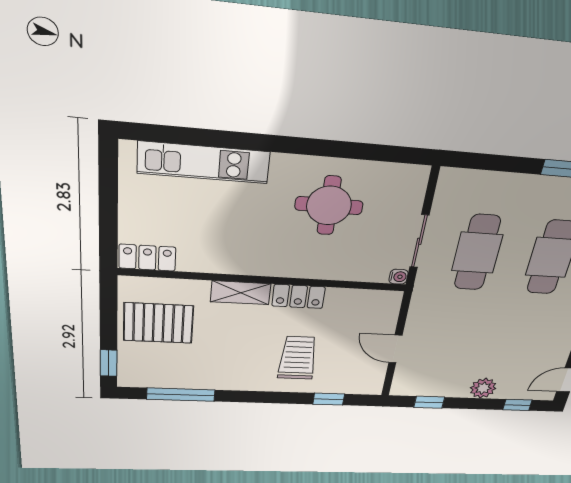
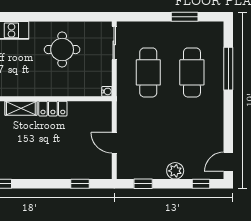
sliding door: (419, 241) -> (114, 43), moved
trolley: (298, 358) -> (57, 152), removed

